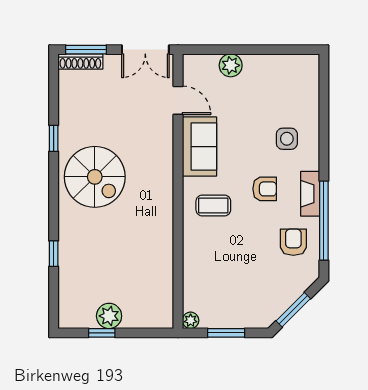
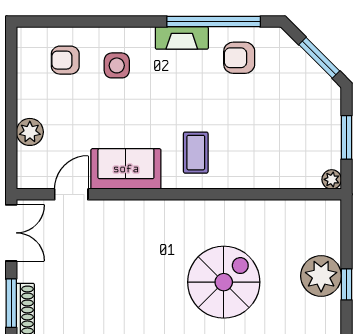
spiral stairs: (95, 177) -> (224, 282), moved
armchair: (265, 189) -> (65, 60), moved, turned -90
plant: (109, 316) -> (321, 276), width x1.36, depth x1.36

